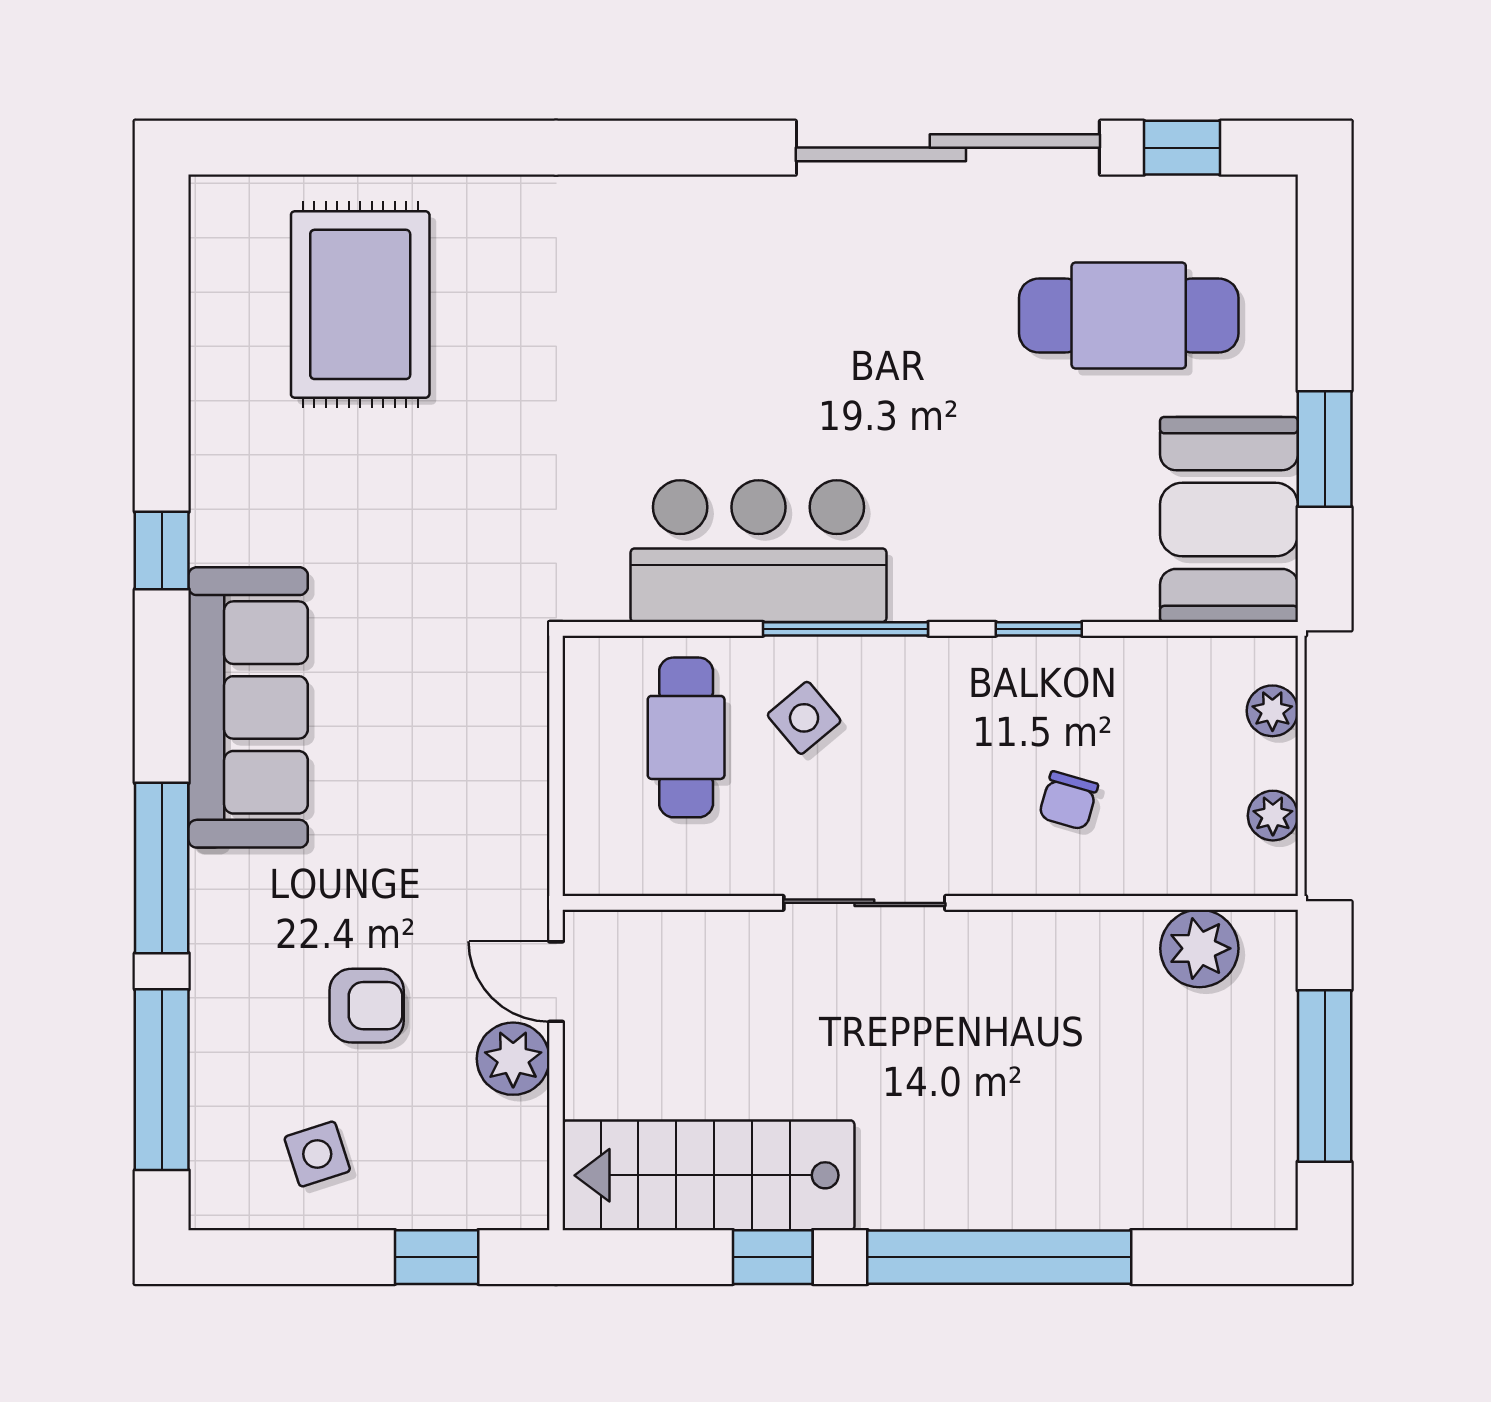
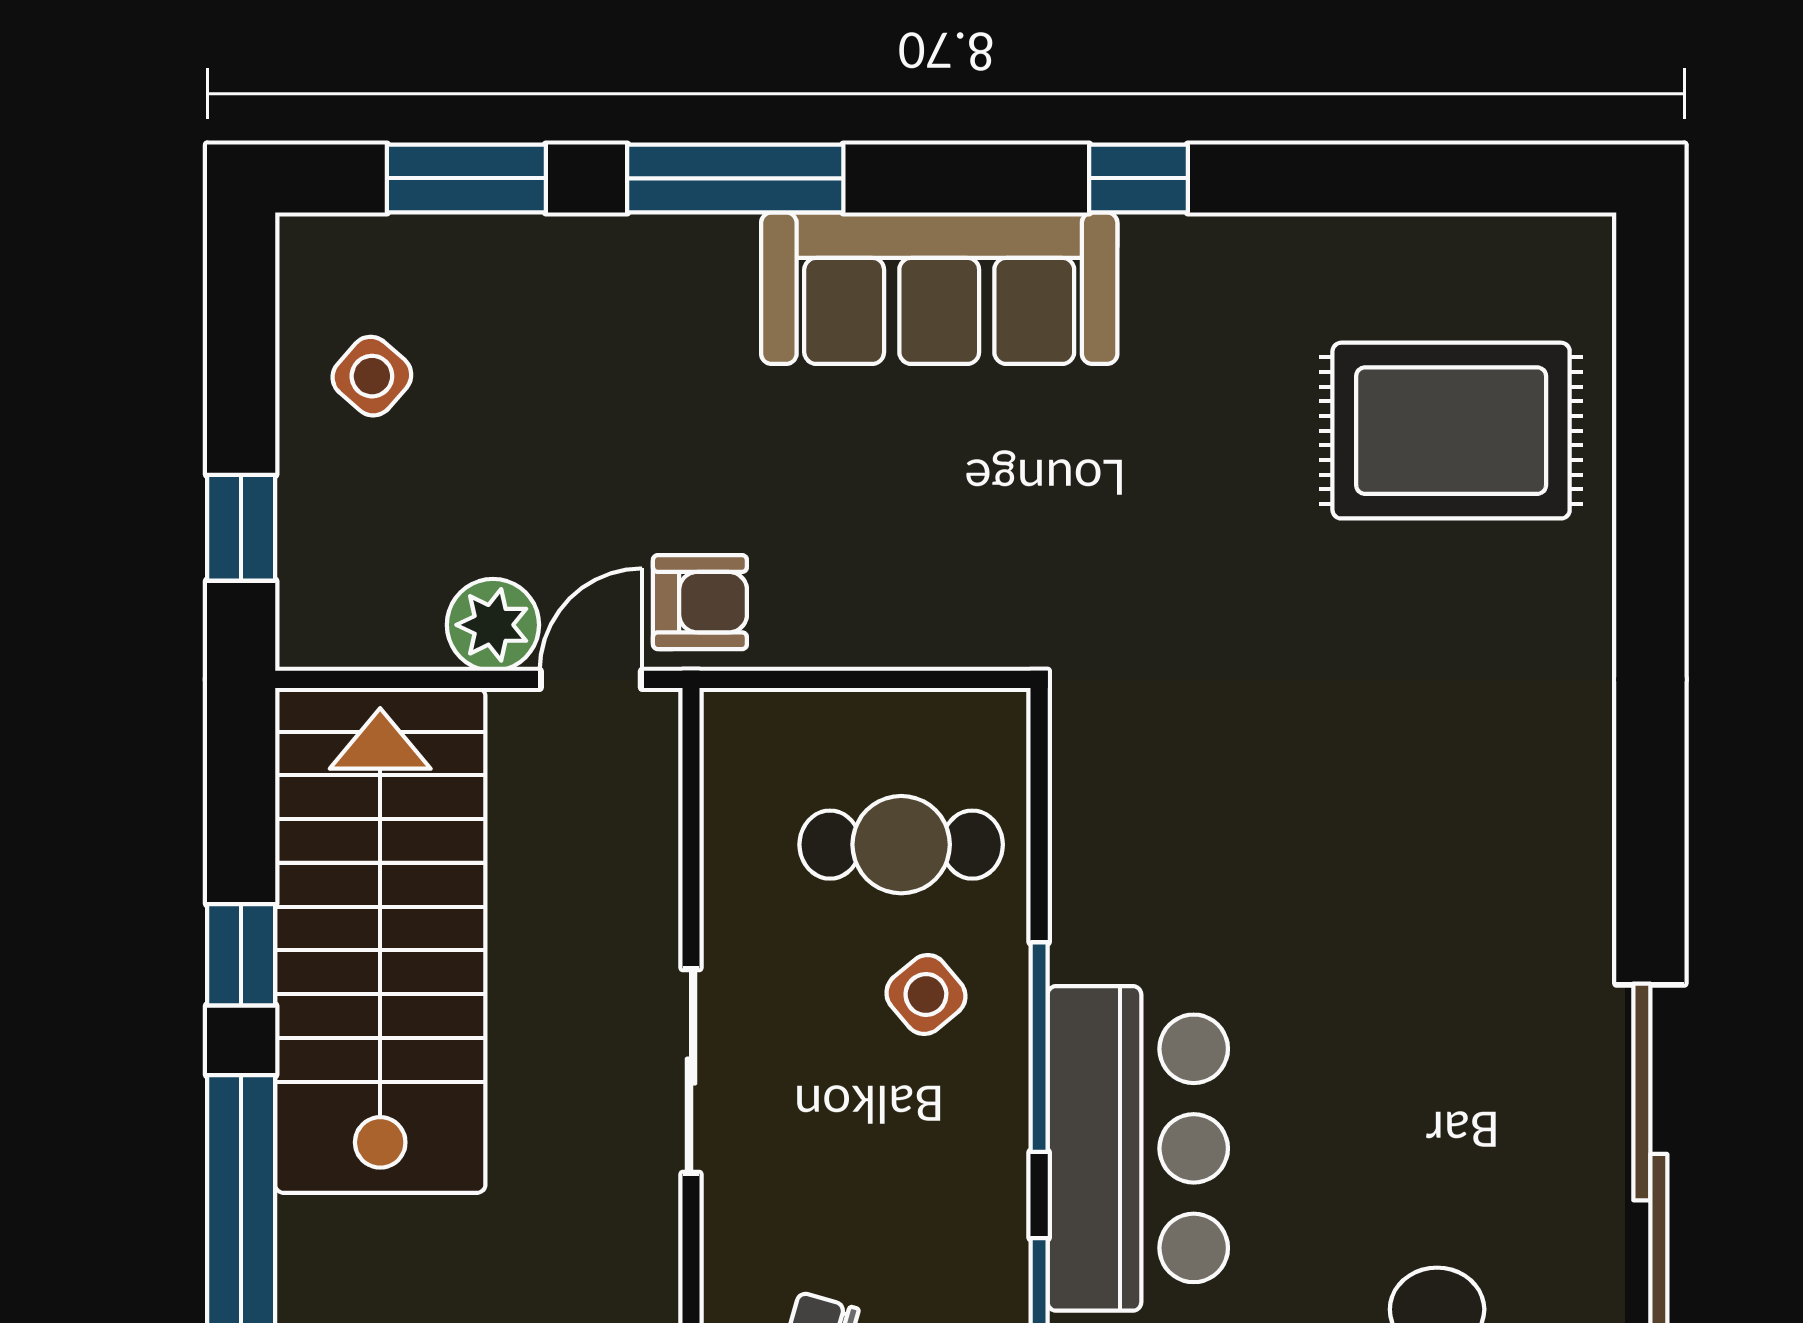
bar counter: (759, 551) -> (1138, 1148), moved
armchair: (367, 1006) -> (700, 602), moved, turned -90
window: (162, 1080) -> (466, 178), width x0.69
side table: (317, 1154) -> (372, 376), turned -31
stairs: (708, 1175) -> (380, 940), width x1.36, depth x1.51

